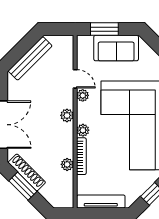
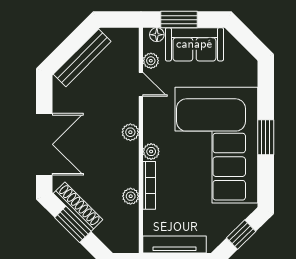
floor lamp: (87, 41) -> (157, 35), added
plant: (83, 95) -> (151, 61), moved

